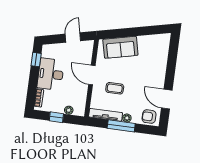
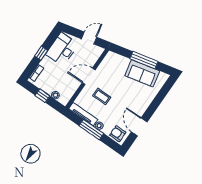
window: (138, 31) -> (144, 60), added
sofa: (120, 47) -> (142, 73), moved
window: (36, 60) -> (41, 53), moved
desk: (51, 74) -> (62, 49), moved
door: (92, 75) -> (89, 76), hinge flipped

